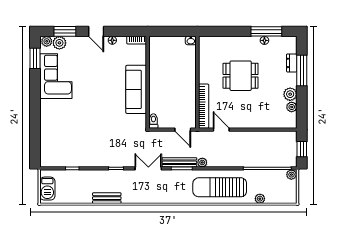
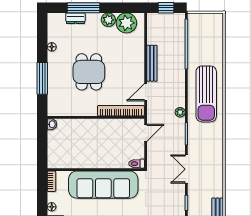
window: (266, 31) -> (42, 78), moved
sofa: (136, 89) -> (103, 185), width x1.36, depth x1.27
plant: (292, 107) -> (126, 23), width x1.87, depth x1.87
bench: (179, 162) -> (152, 63), moved
plant: (291, 175) -> (193, 18), removed
plant: (260, 199) -> (218, 52), removed

